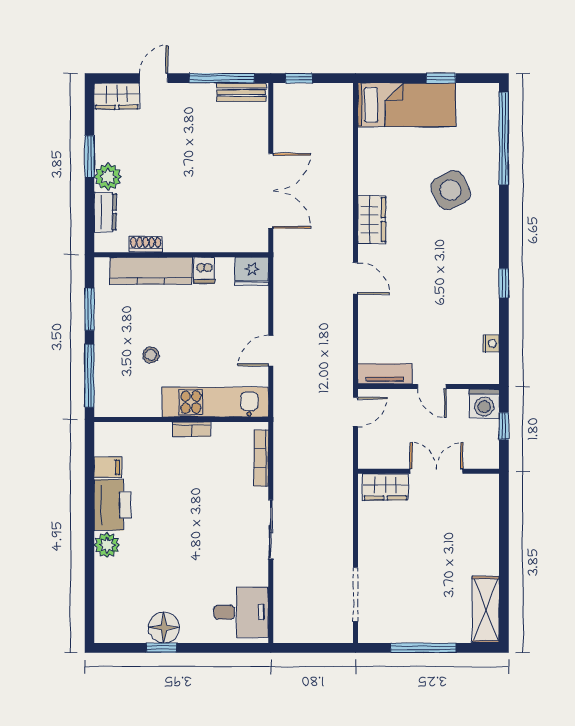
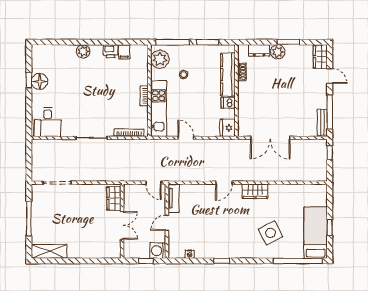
bed: (407, 105) -> (316, 233), moved, turned 180
plant: (122, 400) -> (160, 59), added
printer: (112, 505) -> (111, 51), width x0.53, depth x0.68

